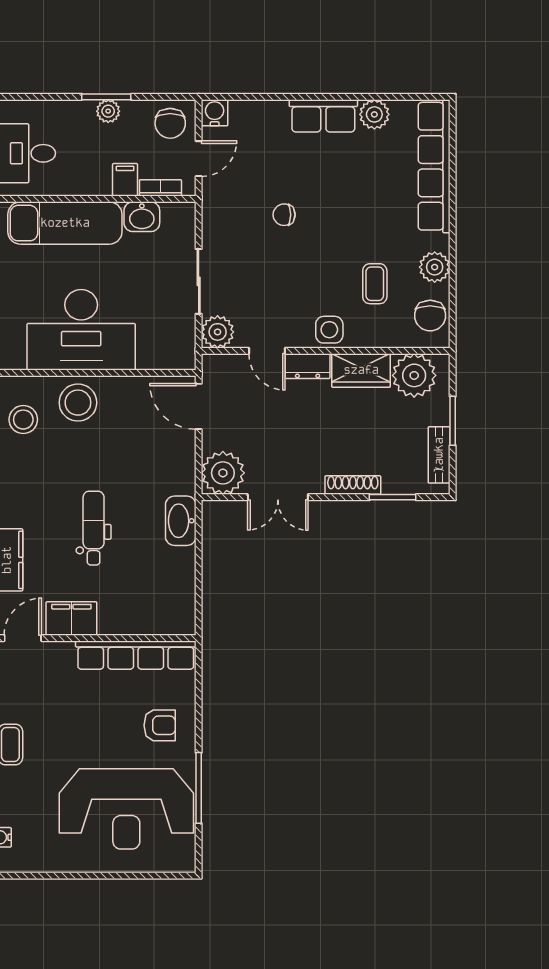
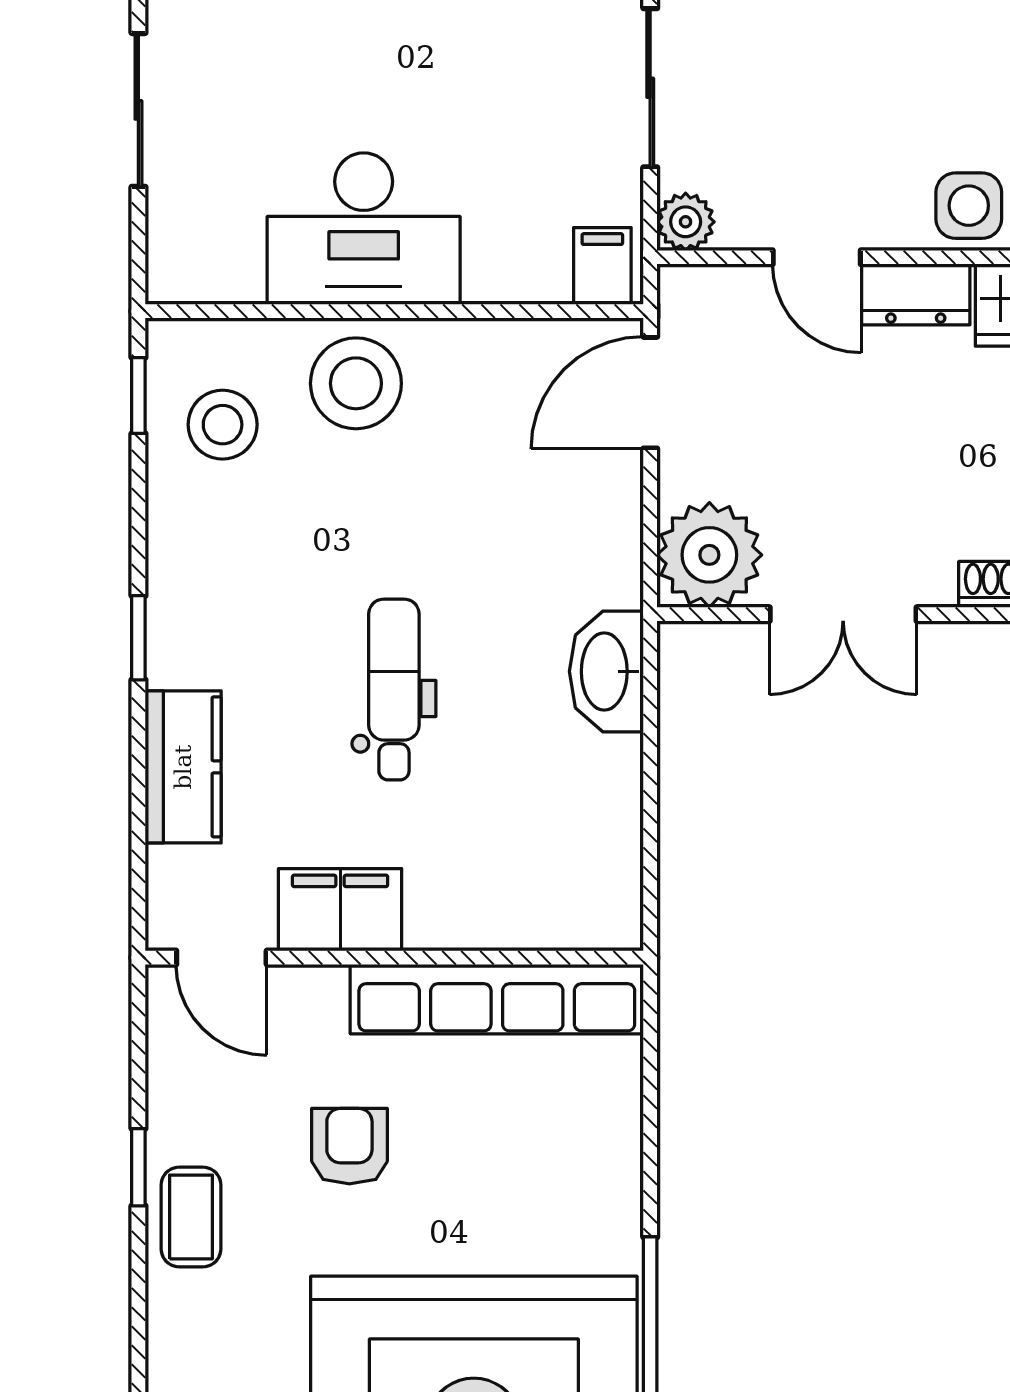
desk: (81, 330) -> (364, 229), width x0.73, depth x0.77
plant: (218, 332) -> (686, 222), width x0.73, depth x0.73
filing cabinet: (179, 354) -> (602, 266), added
door: (199, 406) -> (650, 393), hinge flipped
door: (23, 638) -> (221, 958), swing flipped
armchair: (160, 725) -> (349, 1146), moved, turned -90

